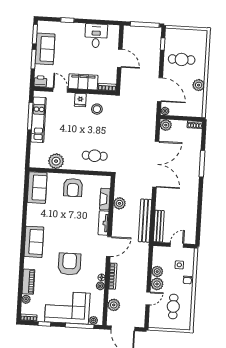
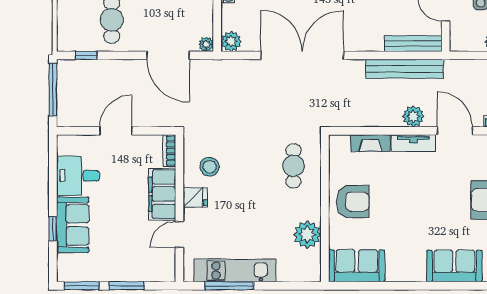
sofa: (45, 49) -> (73, 225), moved, turned 90
printer: (40, 81) -> (166, 271), removed
door: (160, 90) -> (168, 55), swing flipped
plant: (119, 203) -> (413, 116), moved

